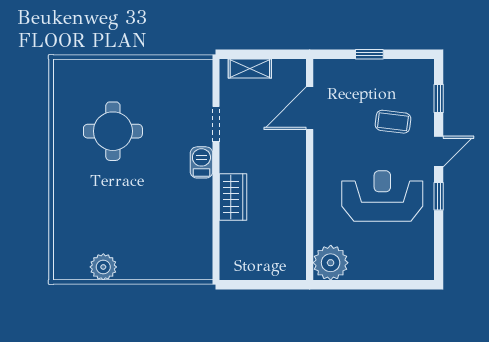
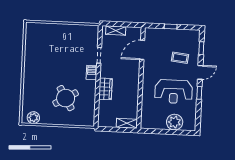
round table: (113, 131) -> (66, 98), moved, turned -30
reception desk: (382, 196) -> (174, 92), turned 180
plant: (331, 263) -> (175, 122), moved
plant: (103, 267) -> (33, 118), moved
shelving: (283, 270) -> (127, 123), added

